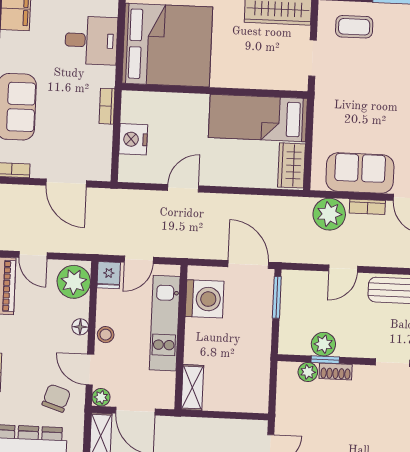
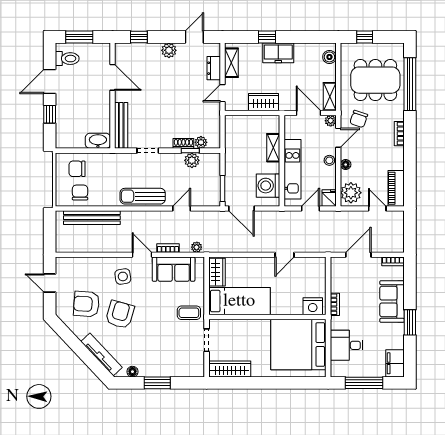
coffee table: (354, 27) -> (189, 313), moved
nightstand: (133, 139) -> (313, 306), moved, turned 90
door: (66, 183) -> (358, 255), hinge flipped
plant: (329, 214) -> (197, 247), width x0.53, depth x0.53
door: (90, 370) -> (338, 138), hinge flipped
shelving: (192, 387) -> (273, 148), moved
wardrobe: (206, 431) -> (264, 102), added

